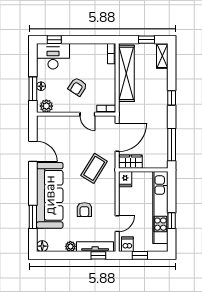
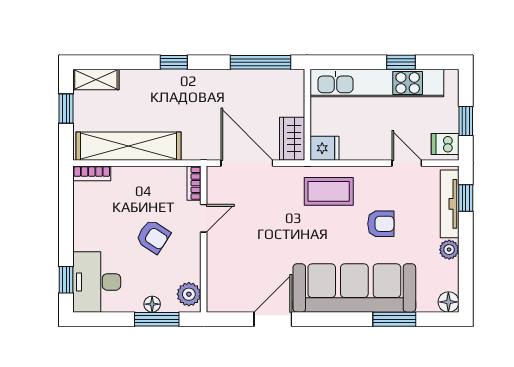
coffee table: (94, 168) -> (329, 191), moved, turned -32

